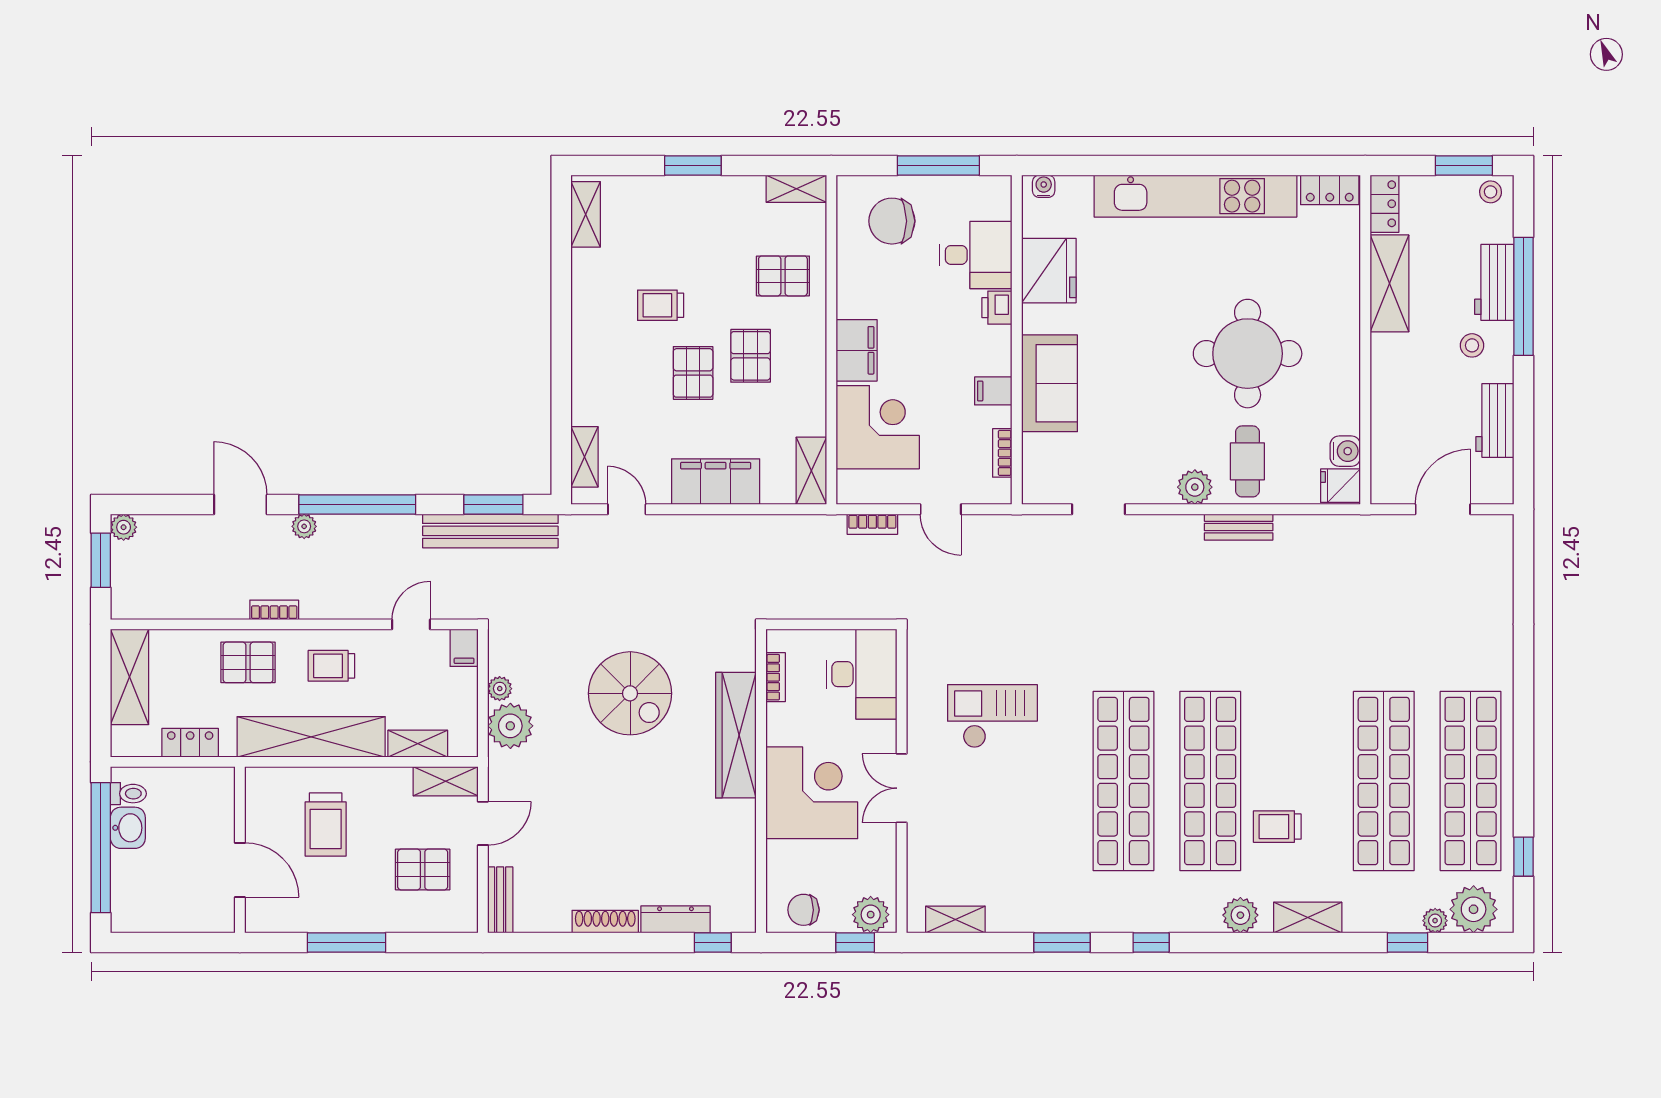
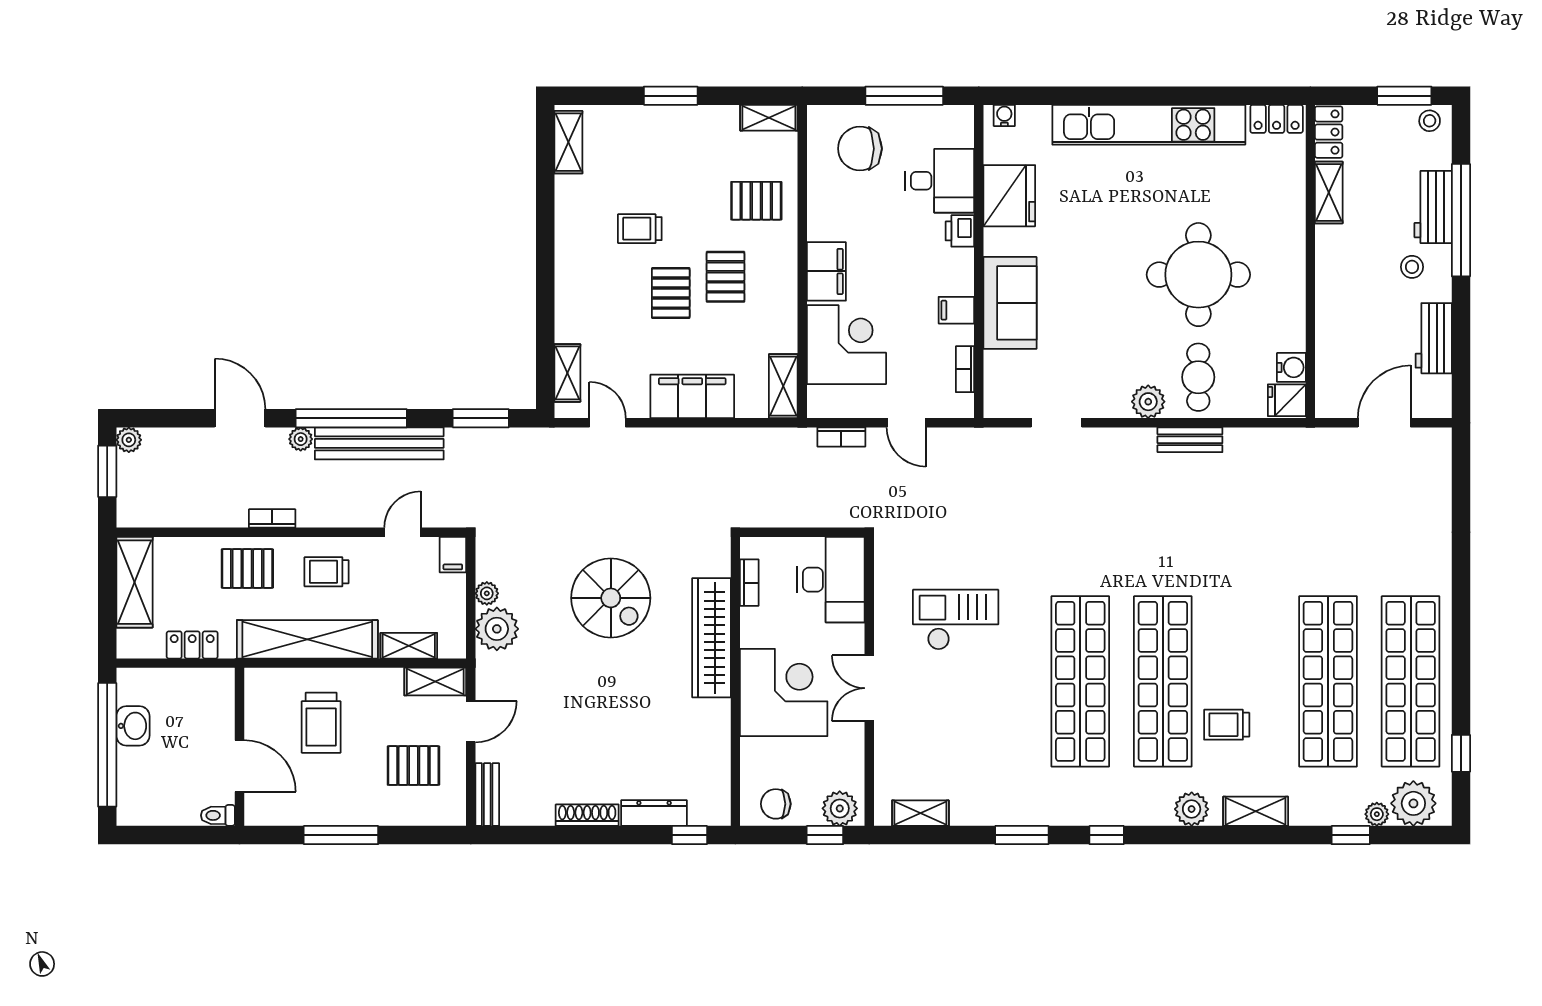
shelving: (1389, 283) -> (1329, 192), width x0.67, depth x0.75
bench: (490, 531) -> (379, 443), moved
toilet: (128, 794) -> (218, 815), moved, turned 180

